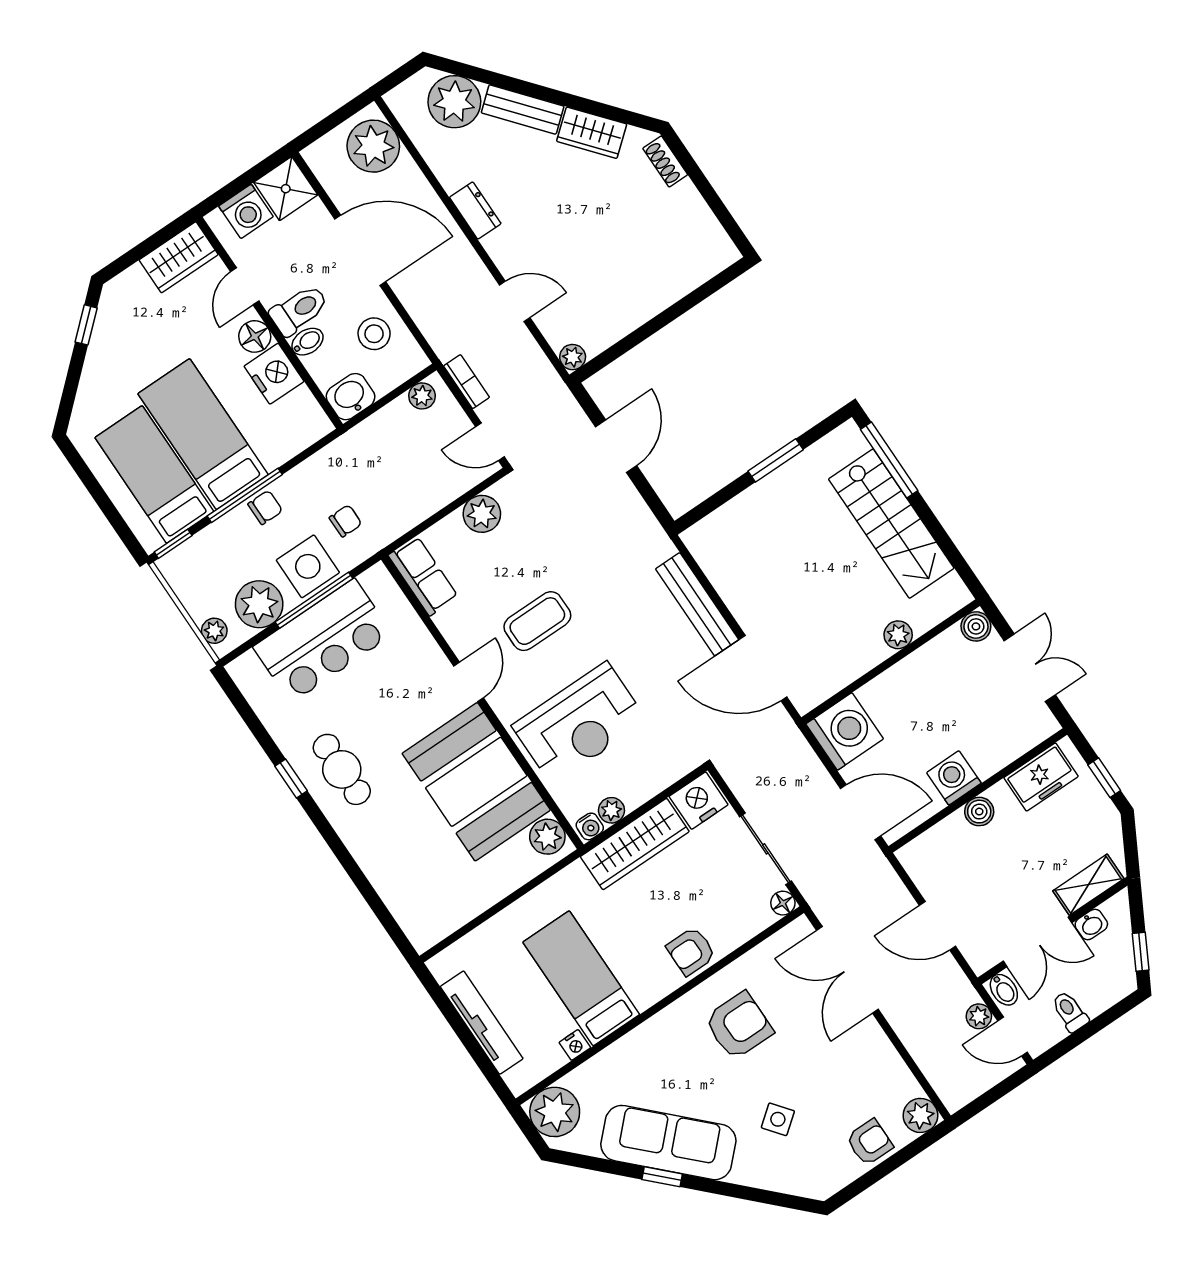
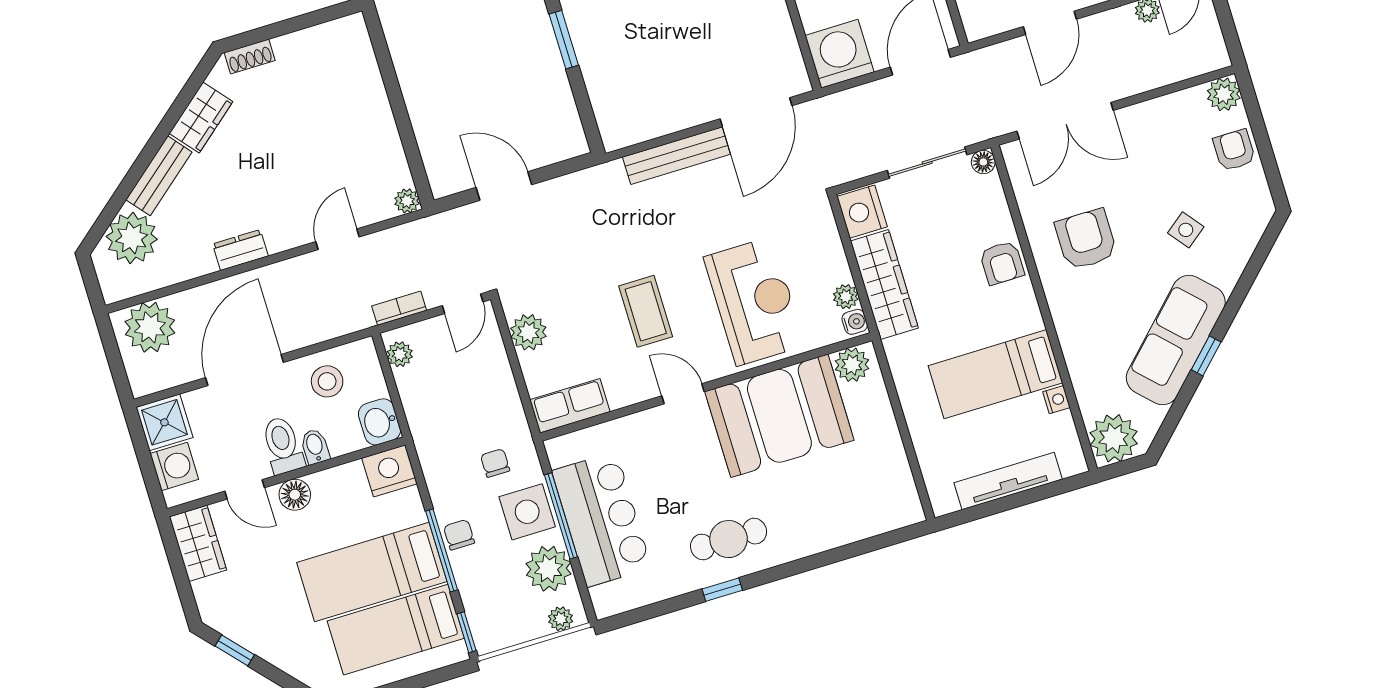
nightstand: (274, 374) -> (390, 471), moved

